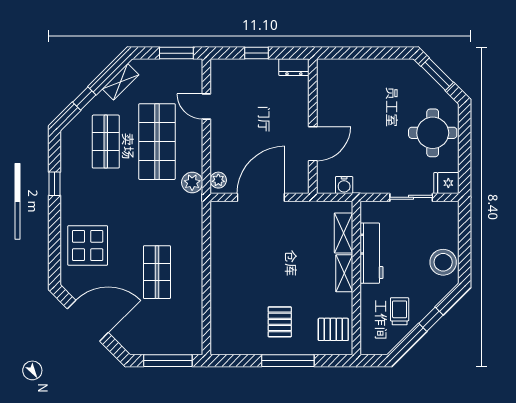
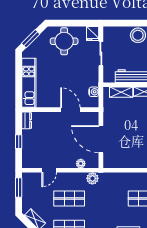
kitchen unit: (360, 71) -> (29, 83), added
shop shelf: (157, 142) -> (69, 198), width x0.70, depth x0.74
plant: (218, 180) -> (81, 164), moved

